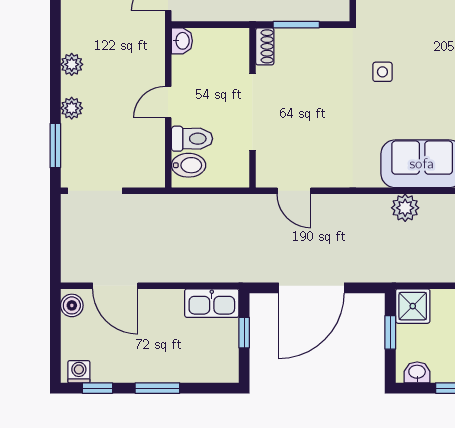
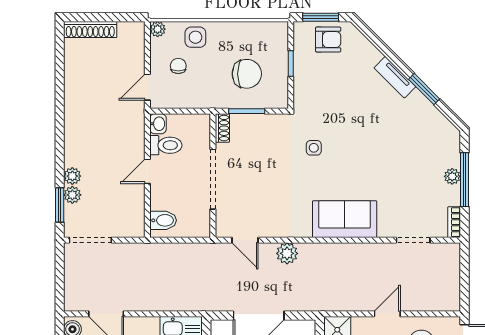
plant: (72, 64) -> (72, 195), moved
toilet: (192, 139) -> (166, 145), moved
plant: (405, 208) -> (287, 253), moved

